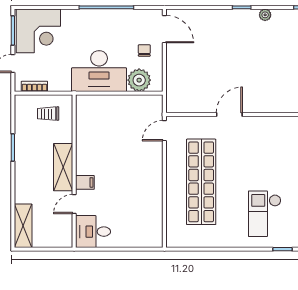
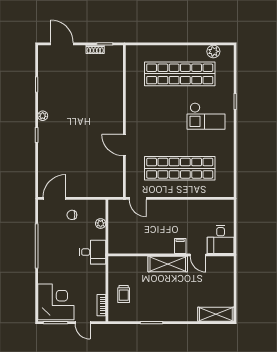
desk: (99, 71) -> (93, 252), width x0.53, depth x0.77
plant: (139, 80) -> (101, 224), width x0.53, depth x0.53
shelving: (63, 167) -> (168, 264), moved
wall: (74, 171) -> (171, 255), moved
filing cabinet: (85, 182) -> (180, 246), moved
door: (74, 204) -> (198, 255), moved
desk: (93, 232) -> (221, 239), moved

